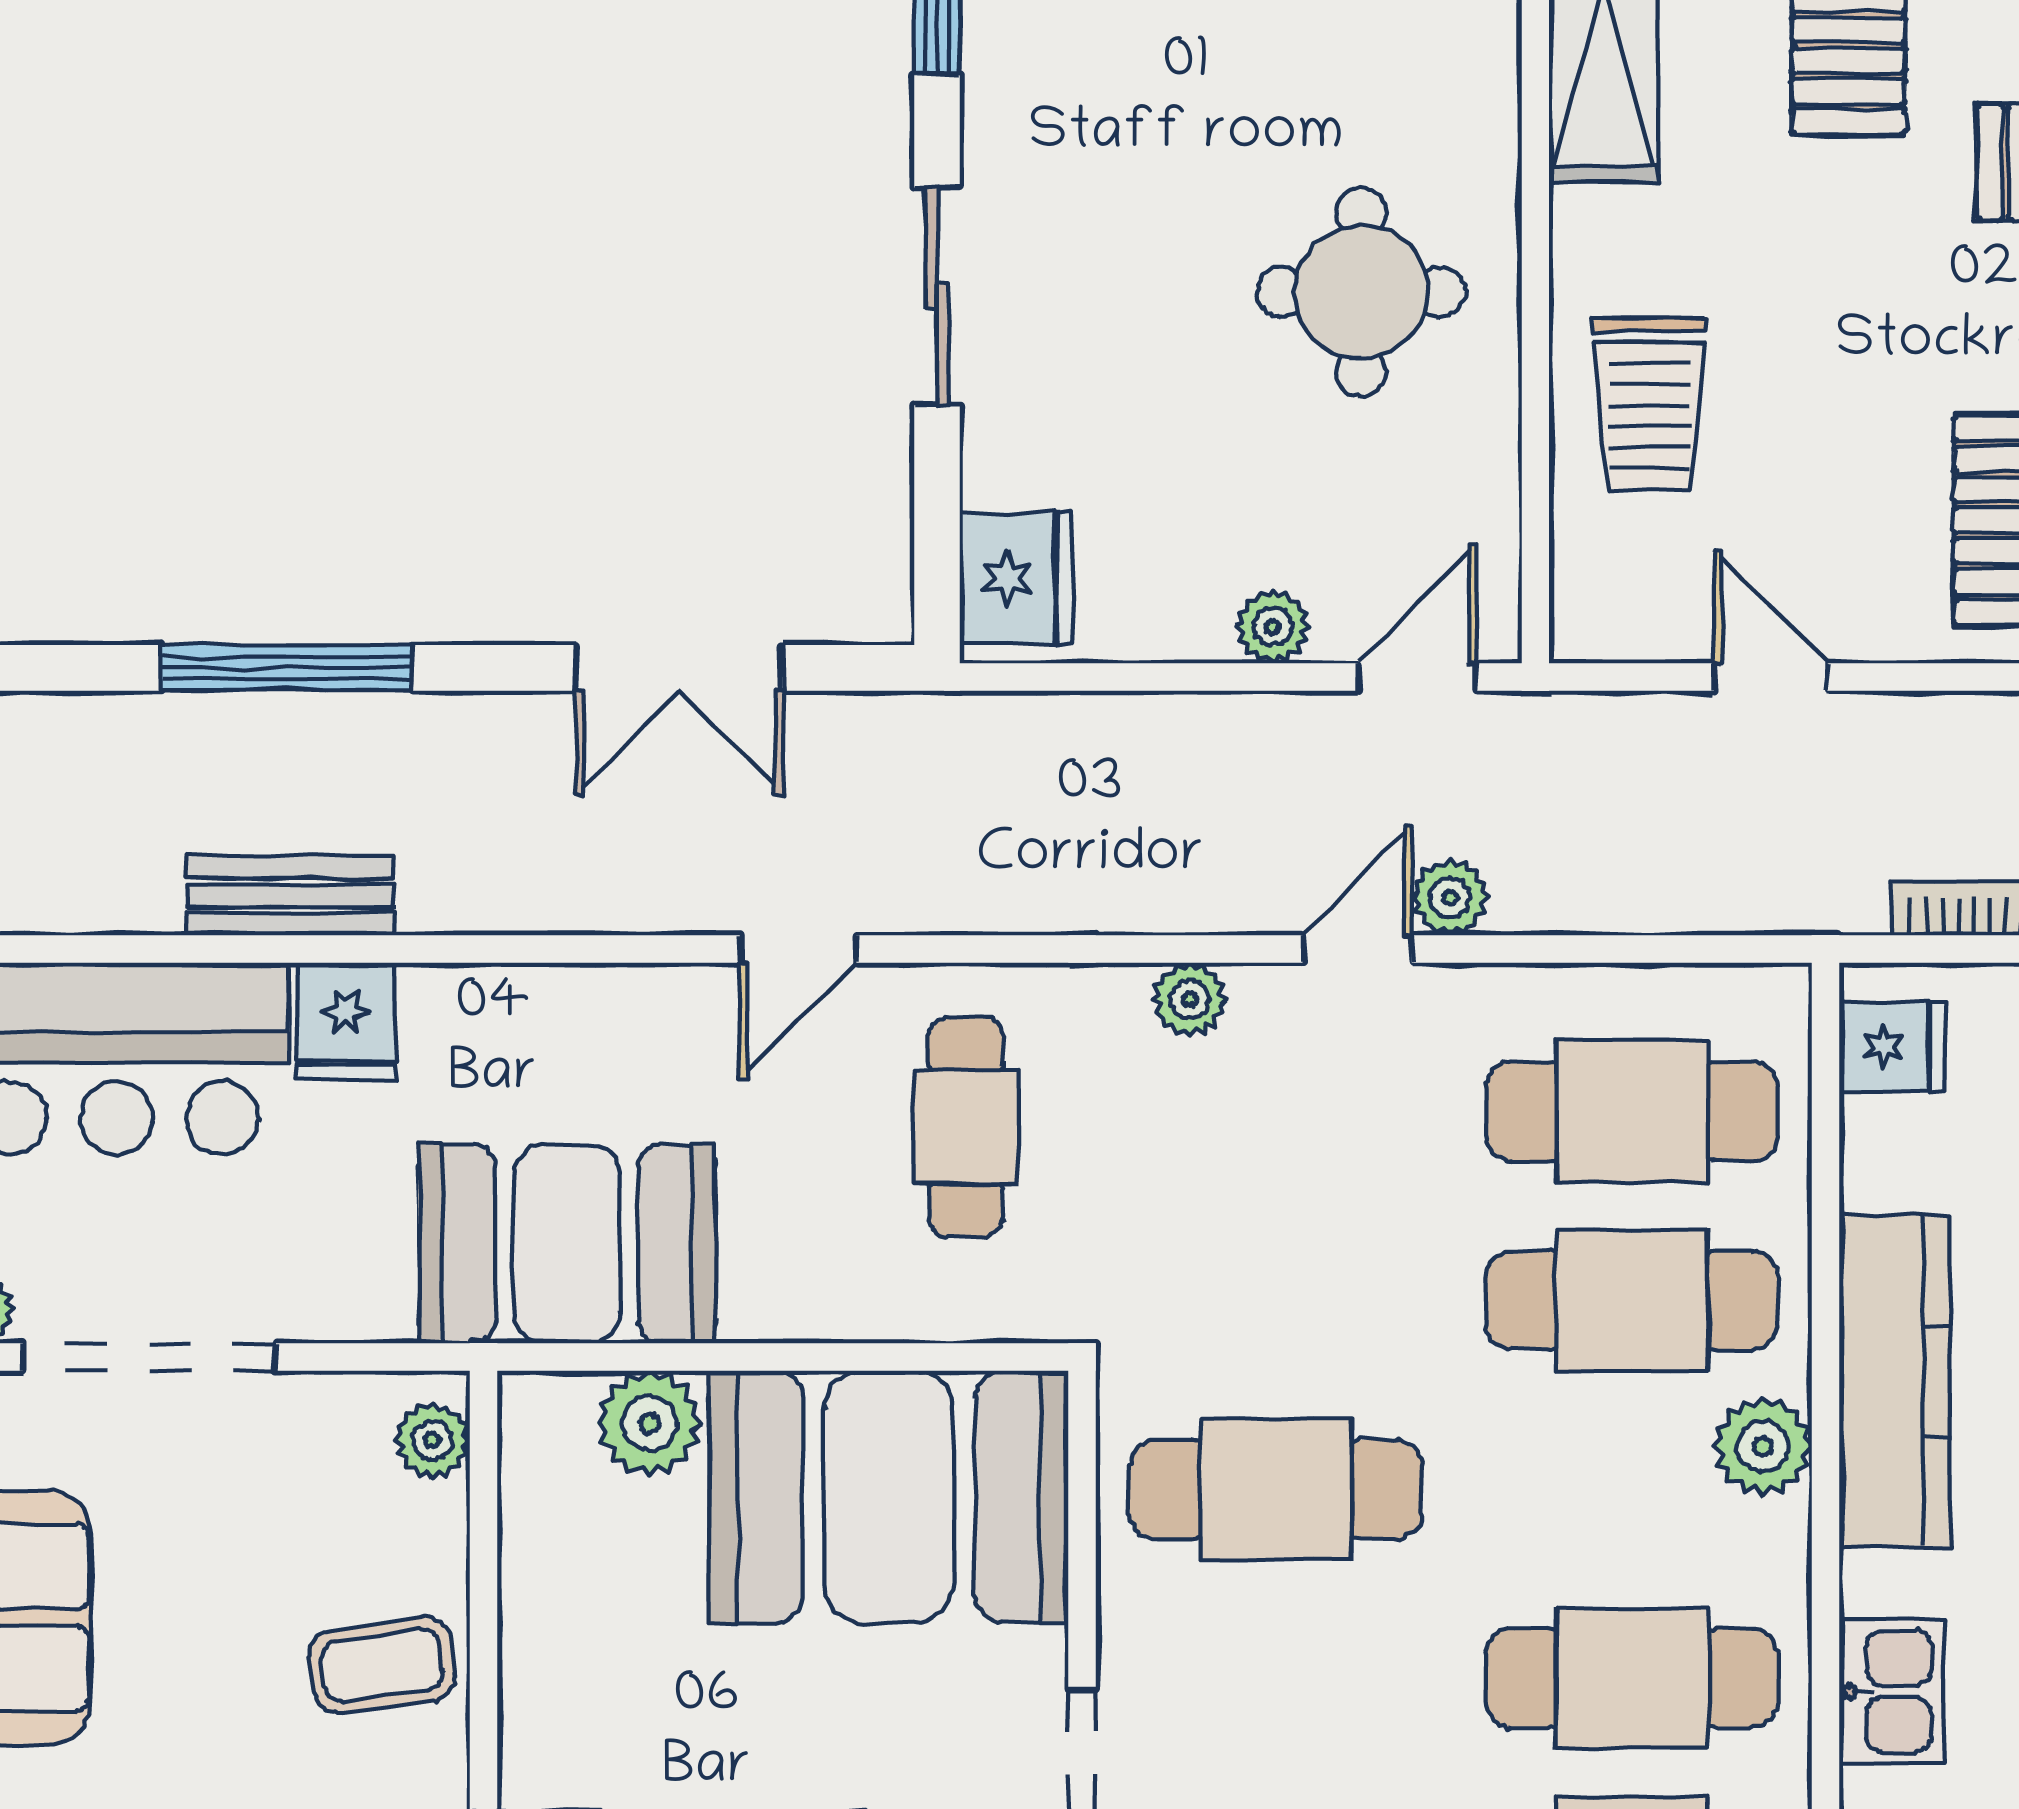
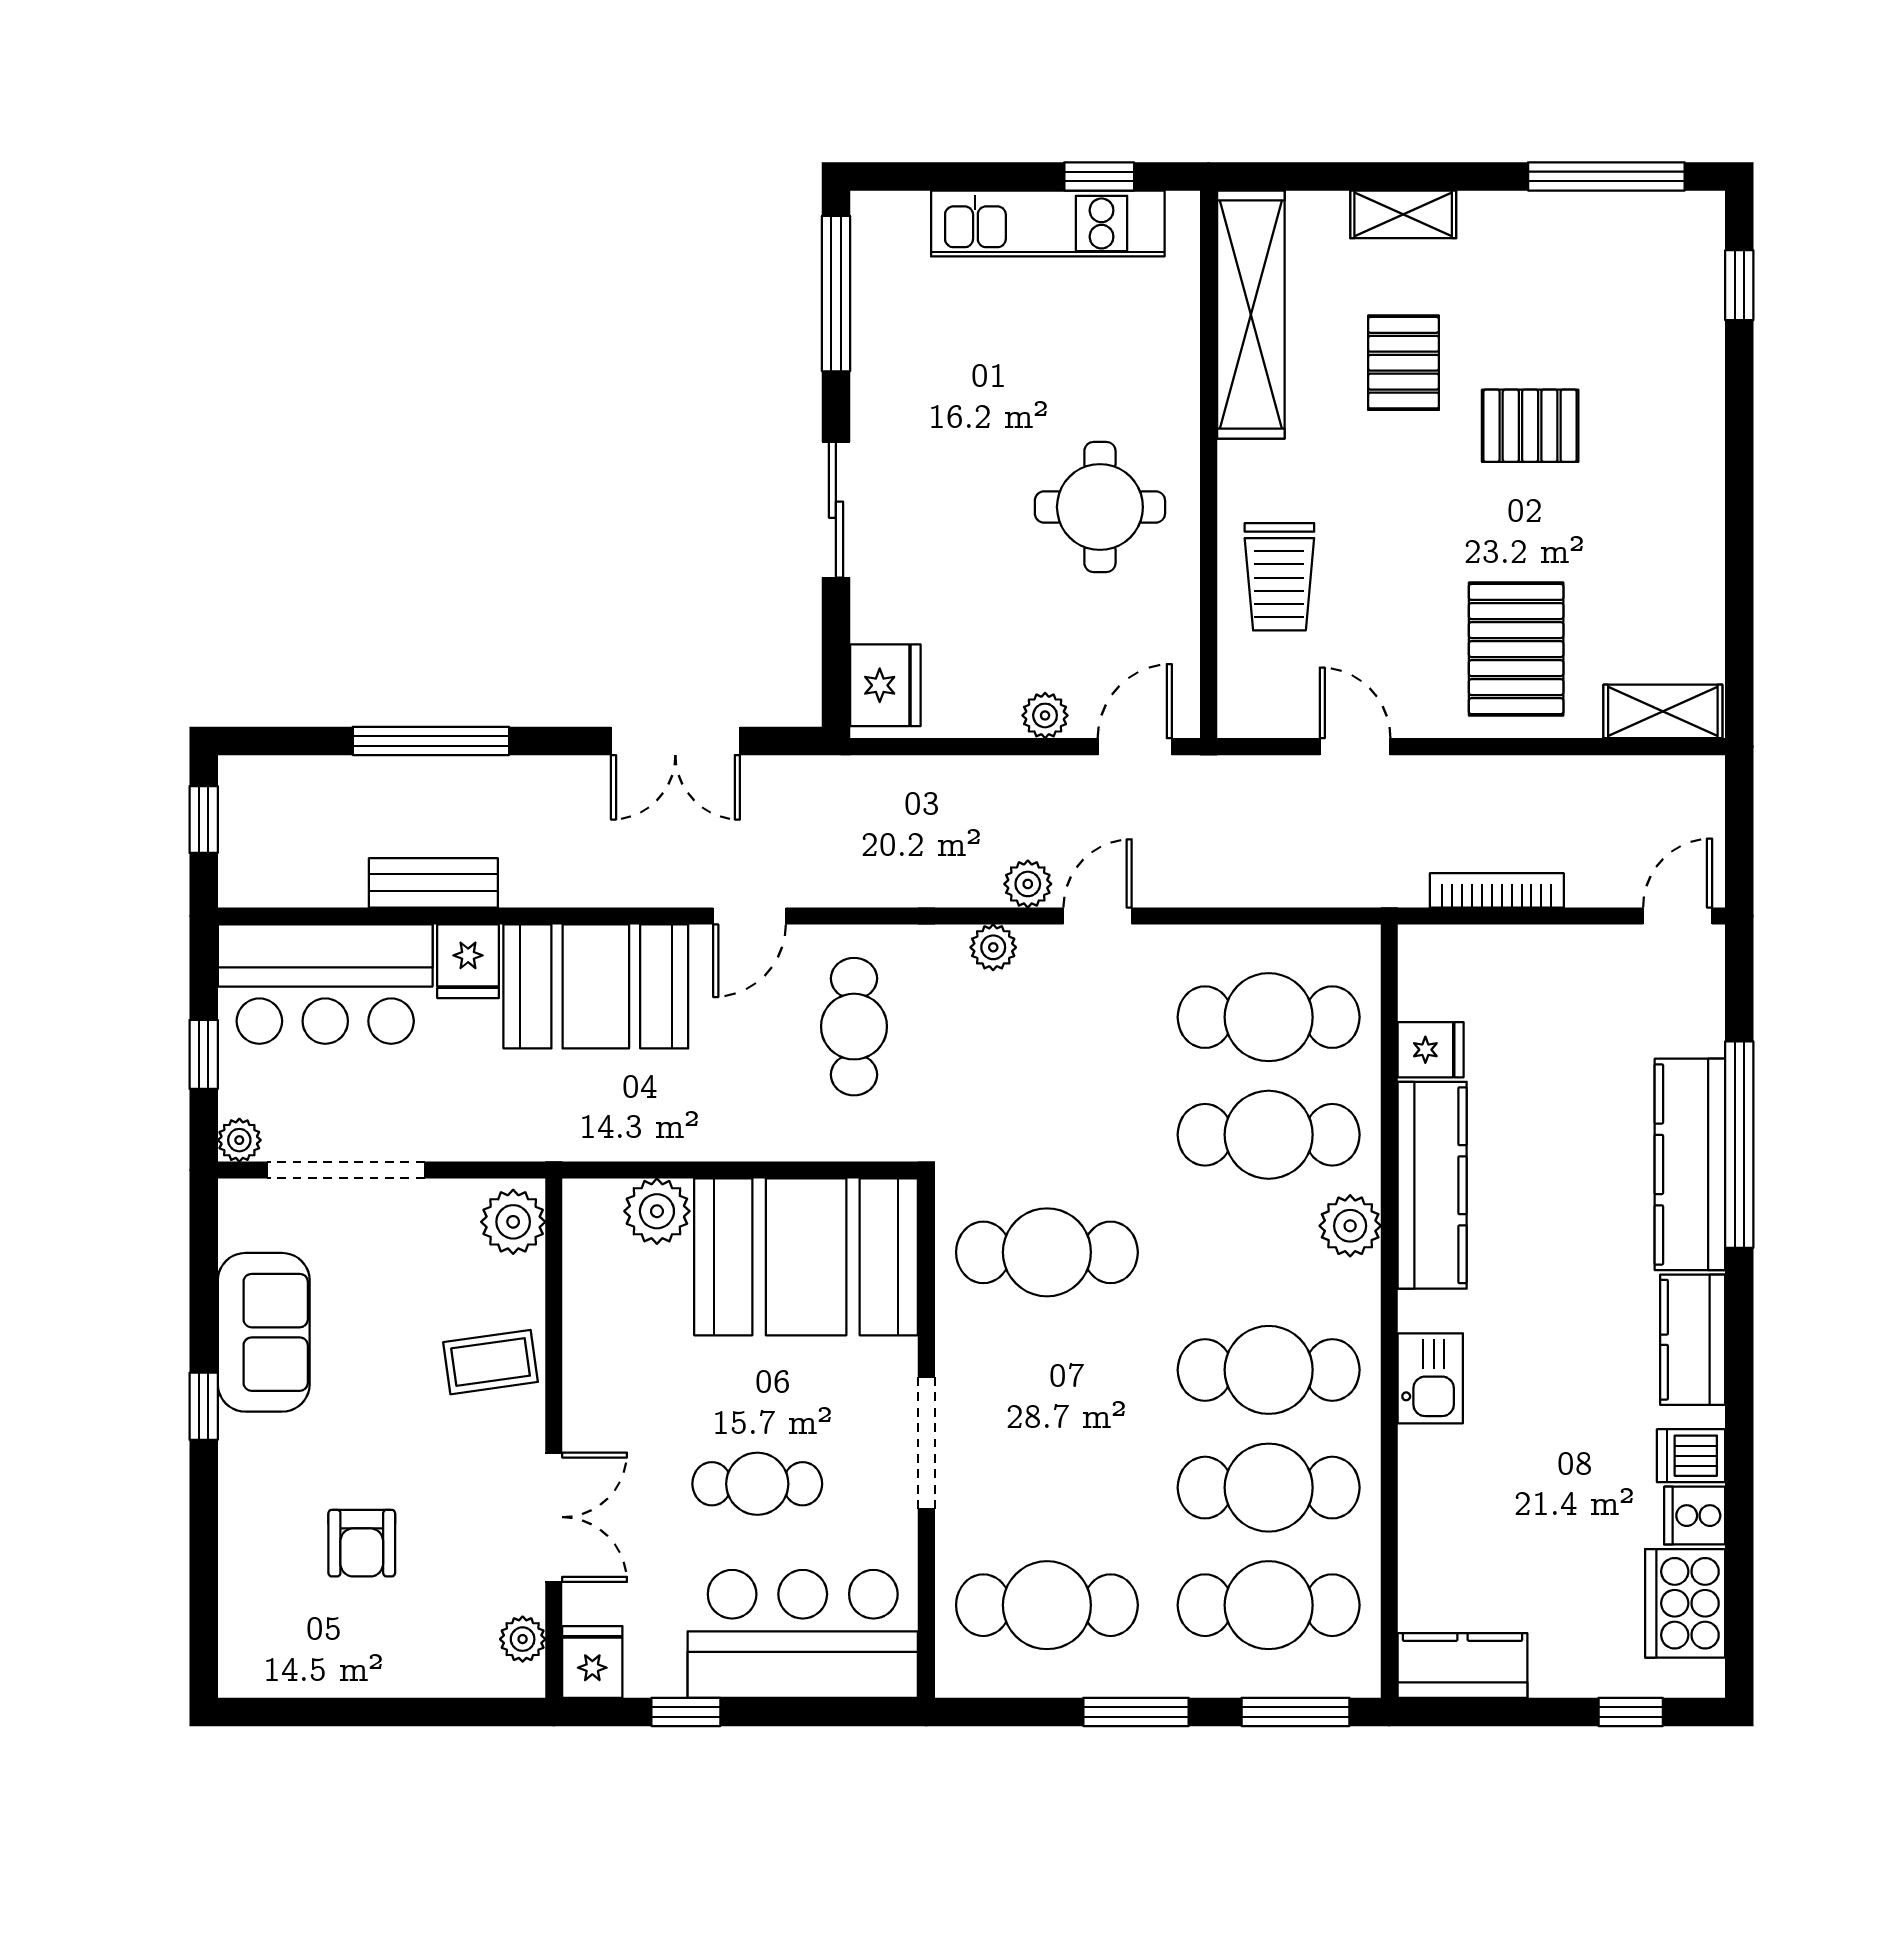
plant: (1450, 898) -> (1028, 884), moved
fridge: (1892, 1047) -> (1431, 1050), moved
booth: (567, 1244) -> (596, 986), moved
plant: (432, 1440) -> (513, 1222), width x1.38, depth x1.38

